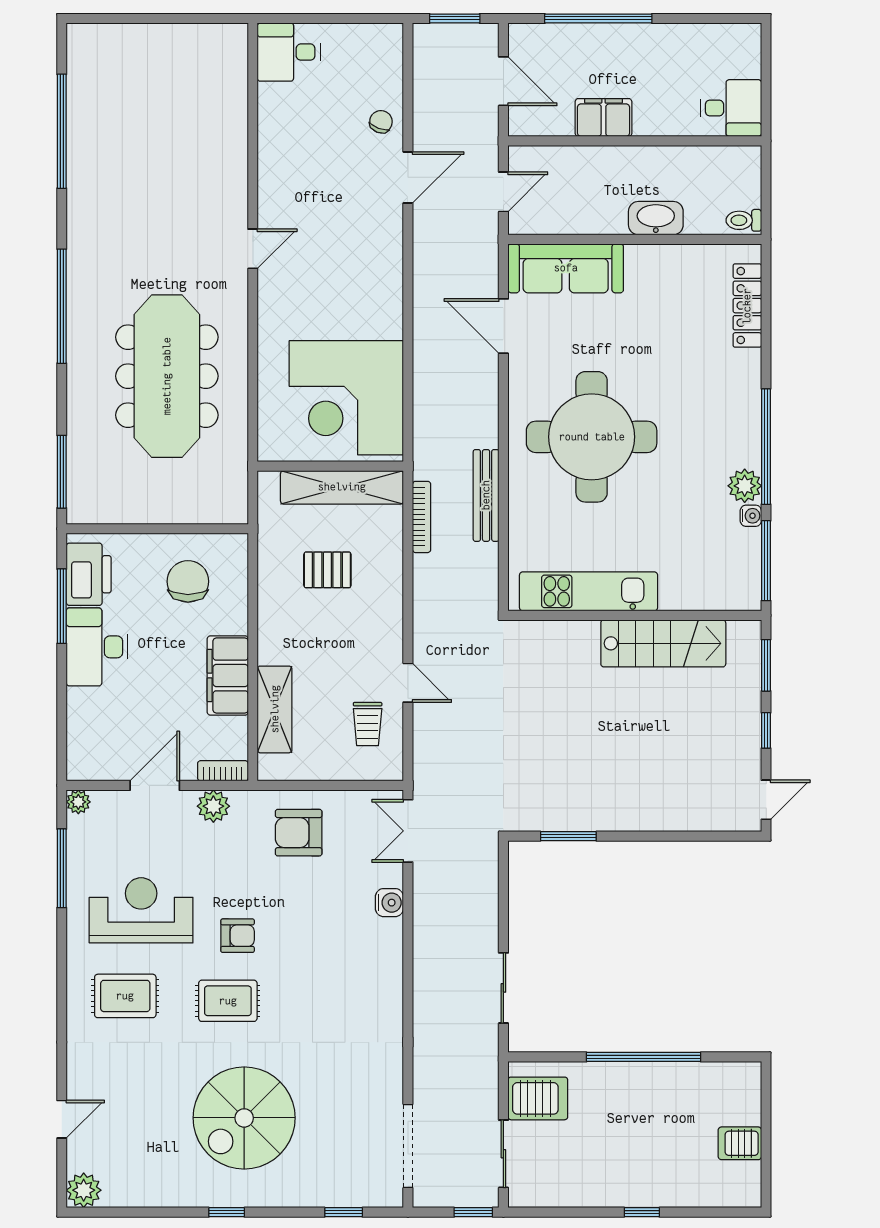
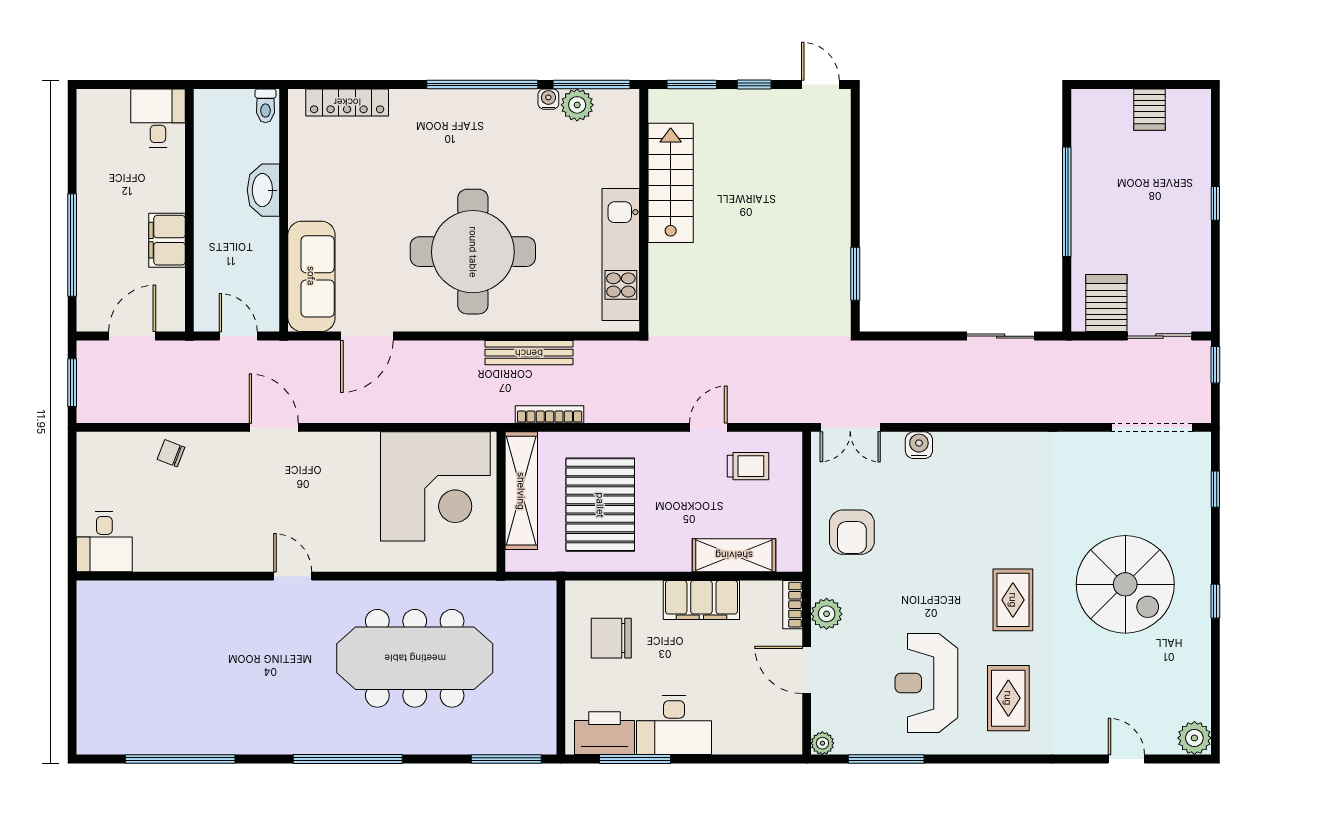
door: (408, 177) -> (274, 427), moved
plant: (745, 486) -> (577, 105), moved
pallet: (327, 570) -> (600, 505), width x2.05, depth x2.00
armchair: (238, 936) -> (951, 591), removed

